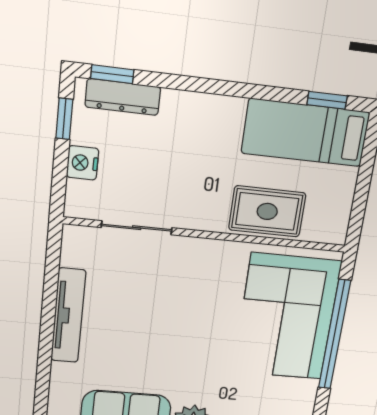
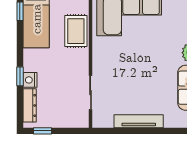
window: (112, 74) -> (20, 76), moved
nightstand: (83, 163) -> (30, 80), moved, turned 90

